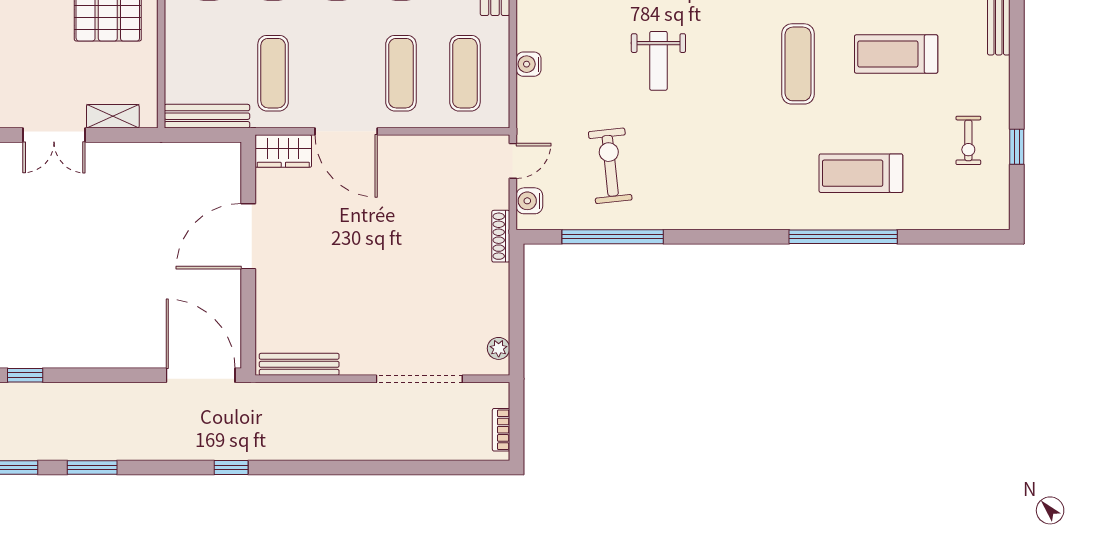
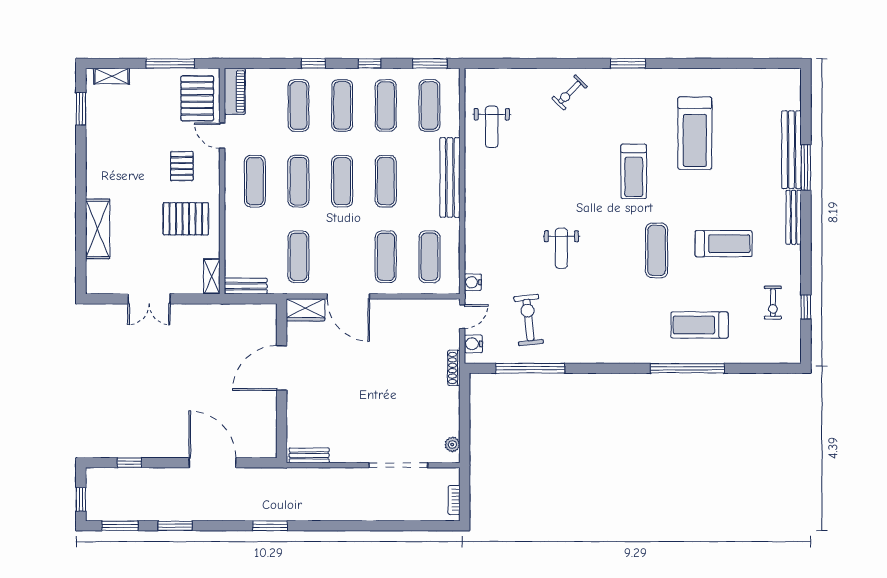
treadmill: (896, 54) -> (724, 244), turned 180
water cooler: (529, 64) -> (473, 282), moved
shelving: (113, 116) -> (212, 276), moved, turned 90
bench: (207, 116) -> (246, 286), width x0.73
bench: (299, 364) -> (309, 455), width x0.73
door: (201, 375) -> (213, 463), moved
window: (231, 468) -> (270, 526), width x1.50

